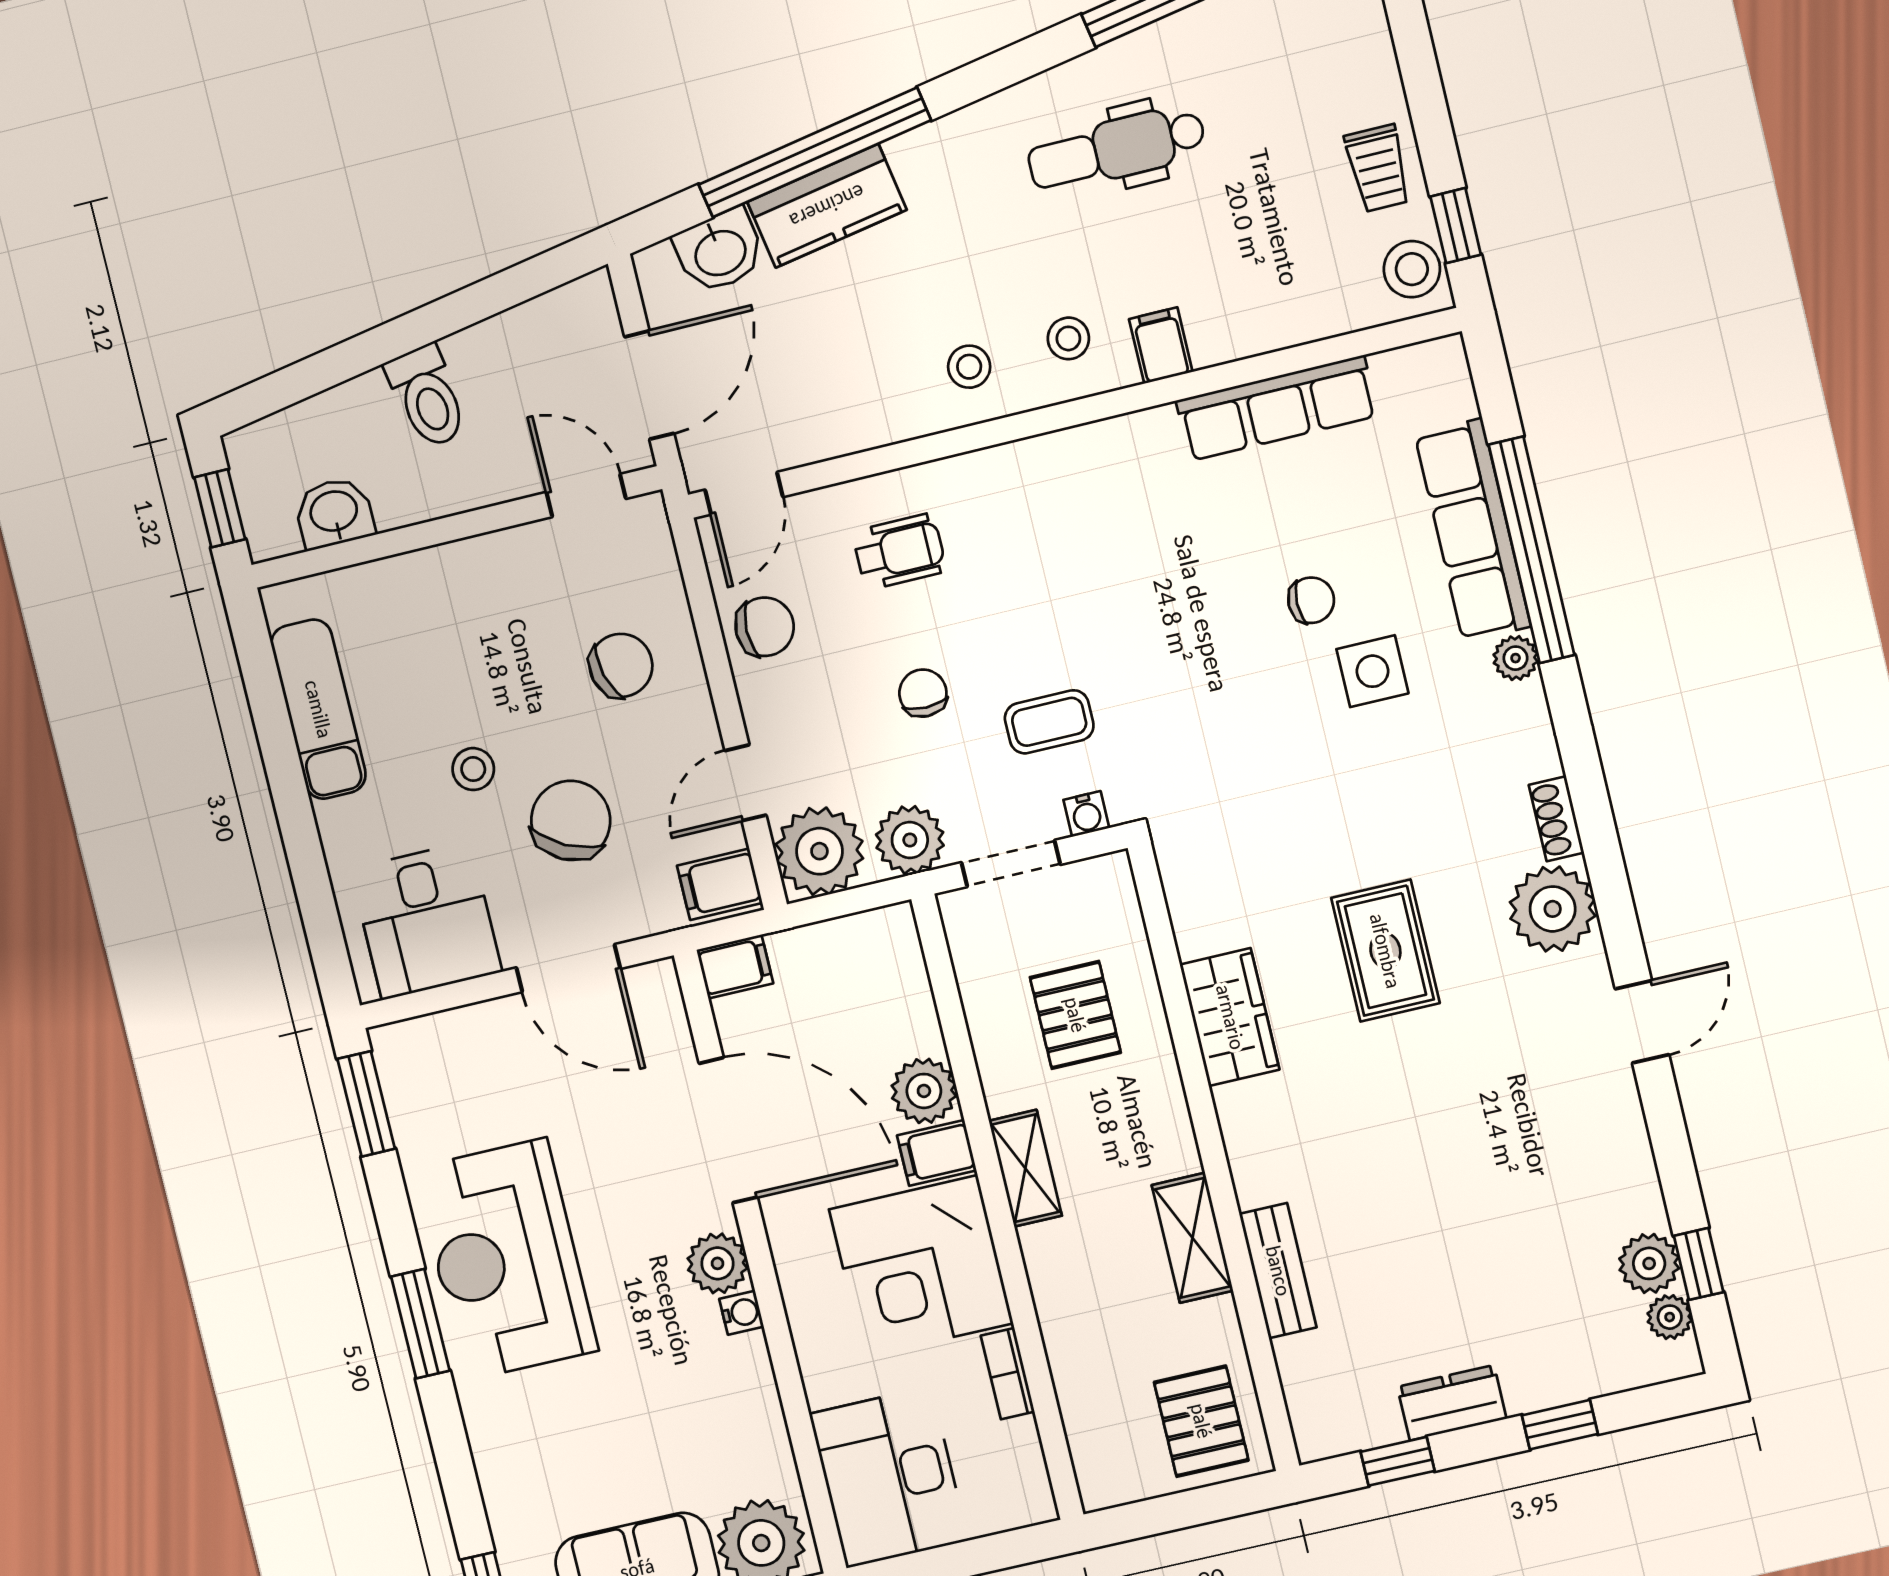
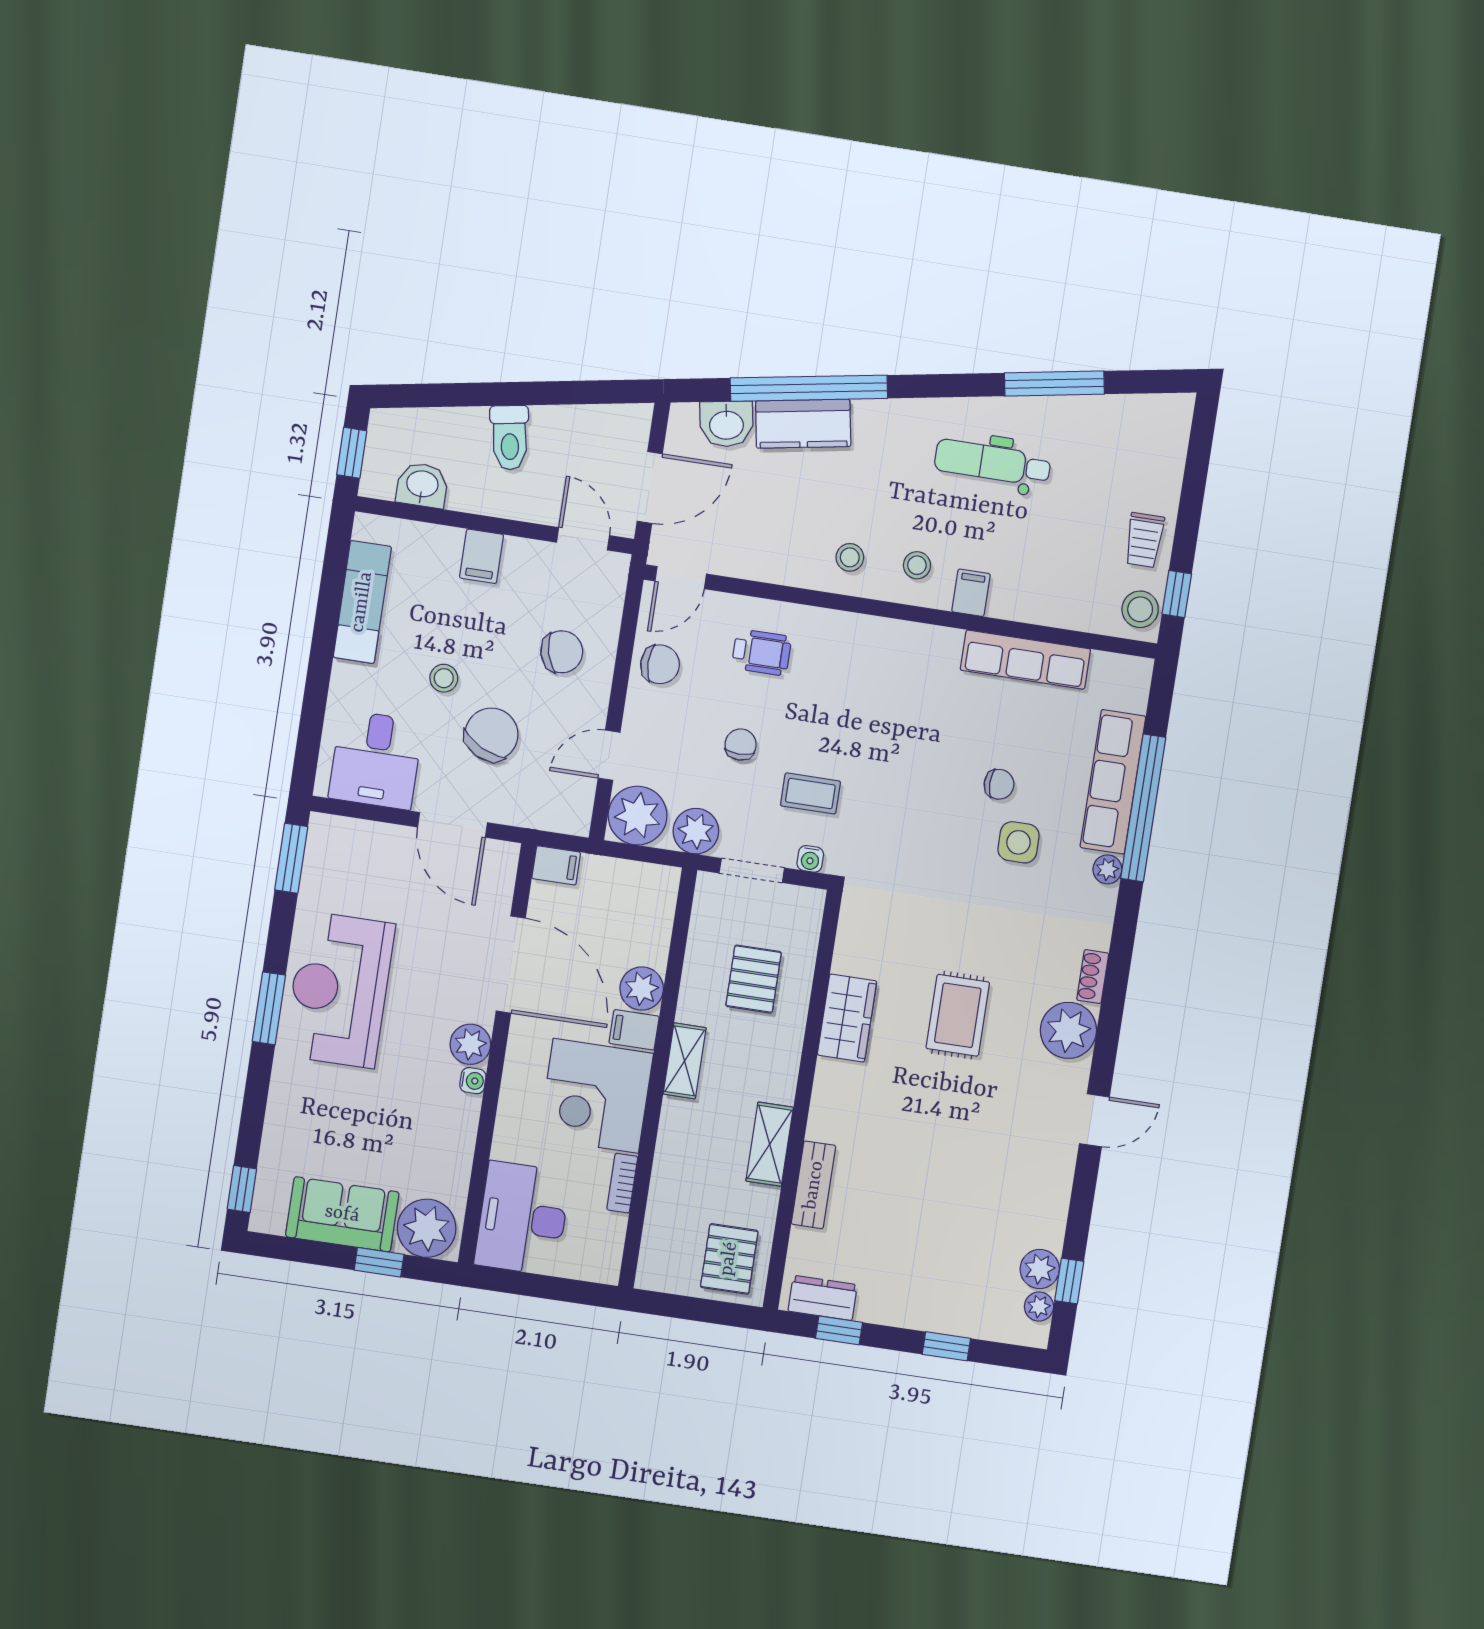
filing cabinet: (720, 884) -> (482, 556), moved, turned -90
dresser: (1452, 1403) -> (823, 1298), moved

